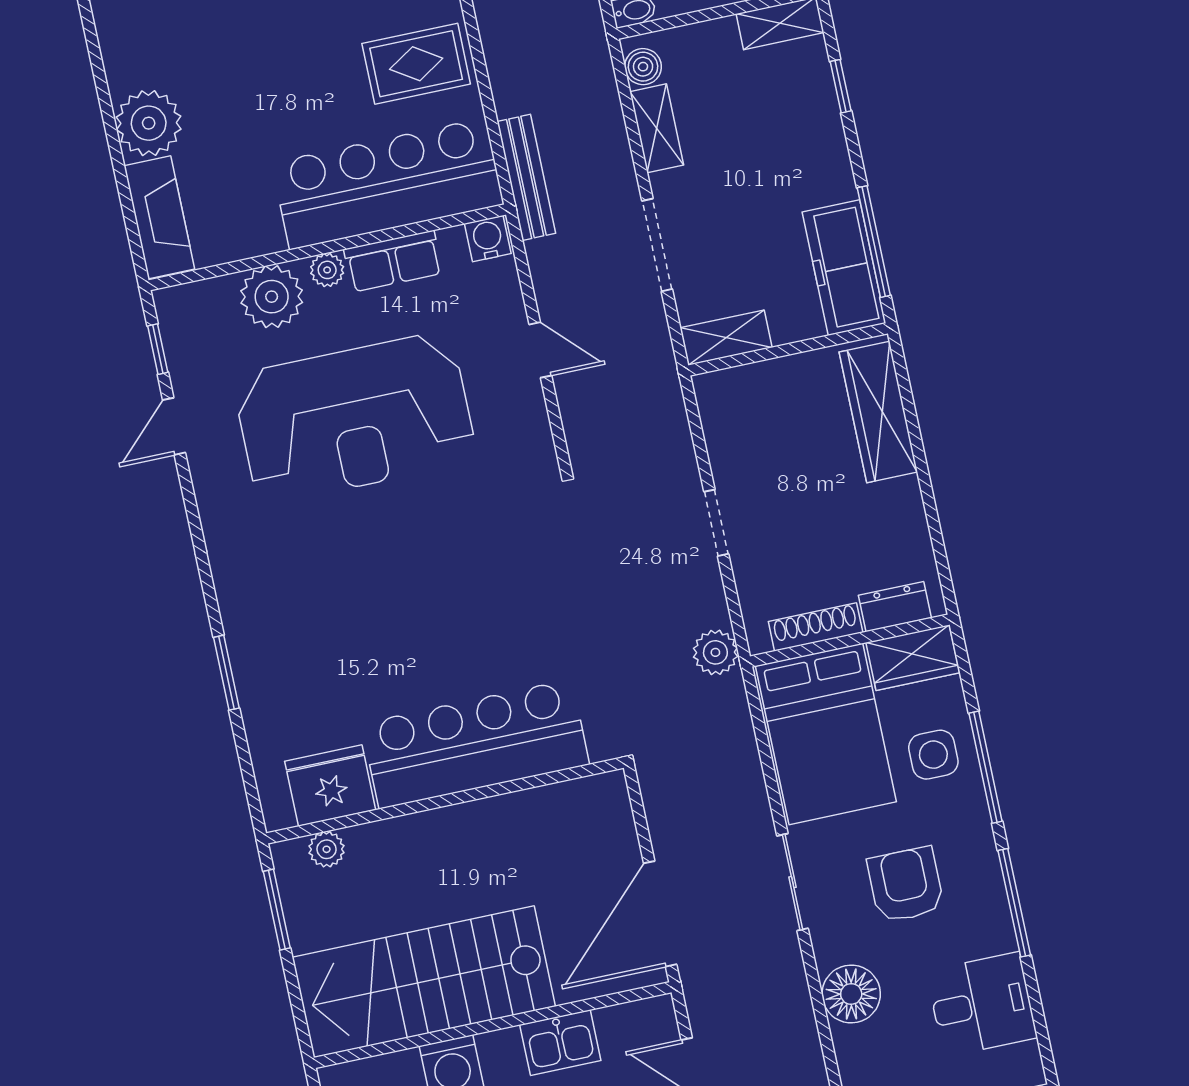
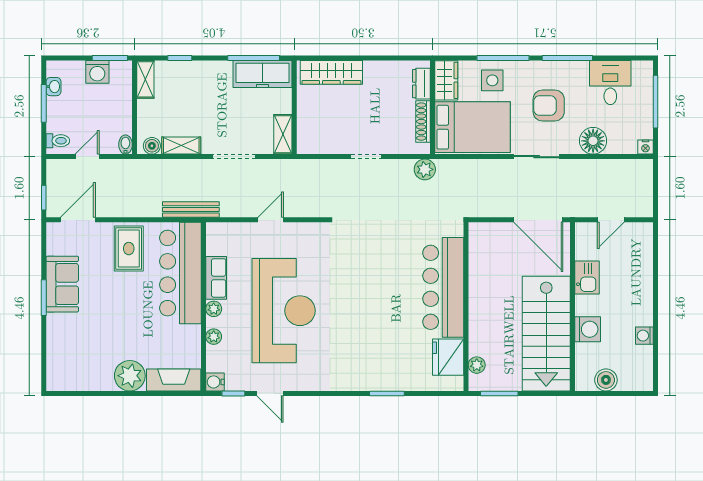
water cooler: (488, 239) -> (215, 382), moved
plant: (272, 297) -> (214, 337), width x0.53, depth x0.53

